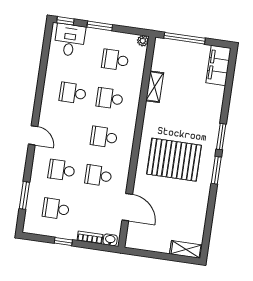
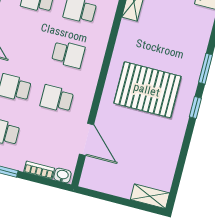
school desk: (104, 137) -> (68, 54), turned 180
window: (216, 170) -> (195, 108), width x0.67

